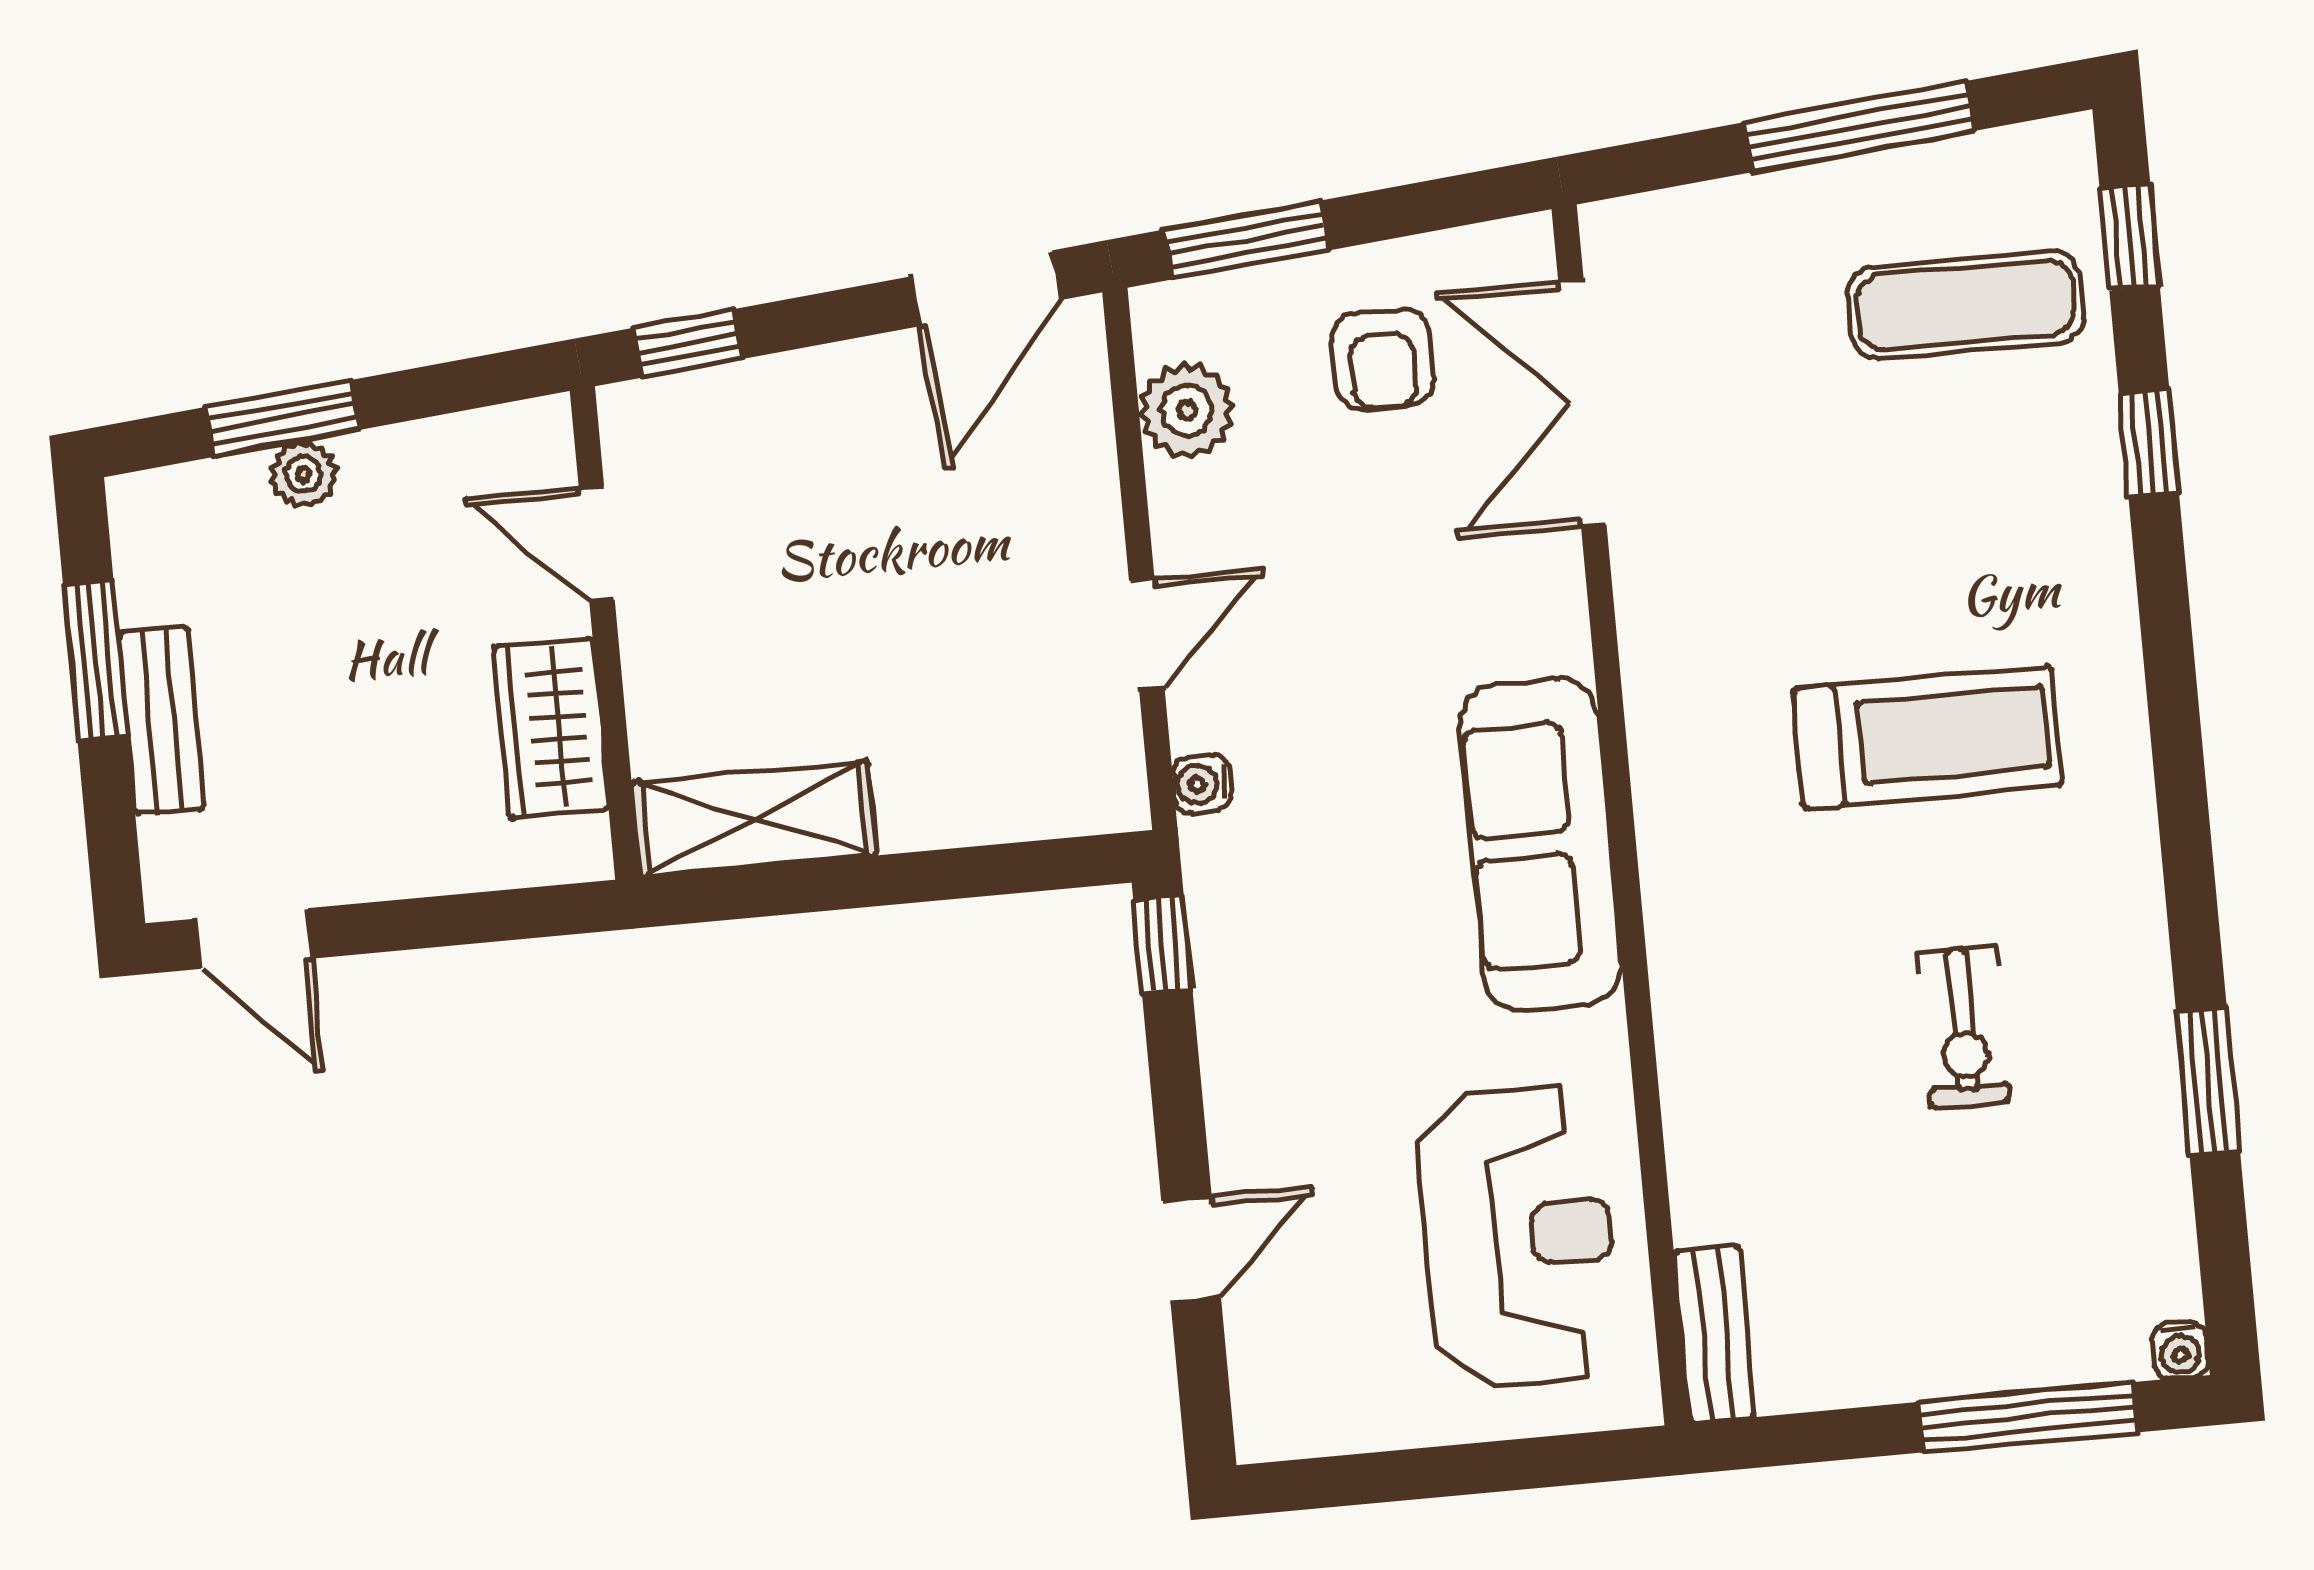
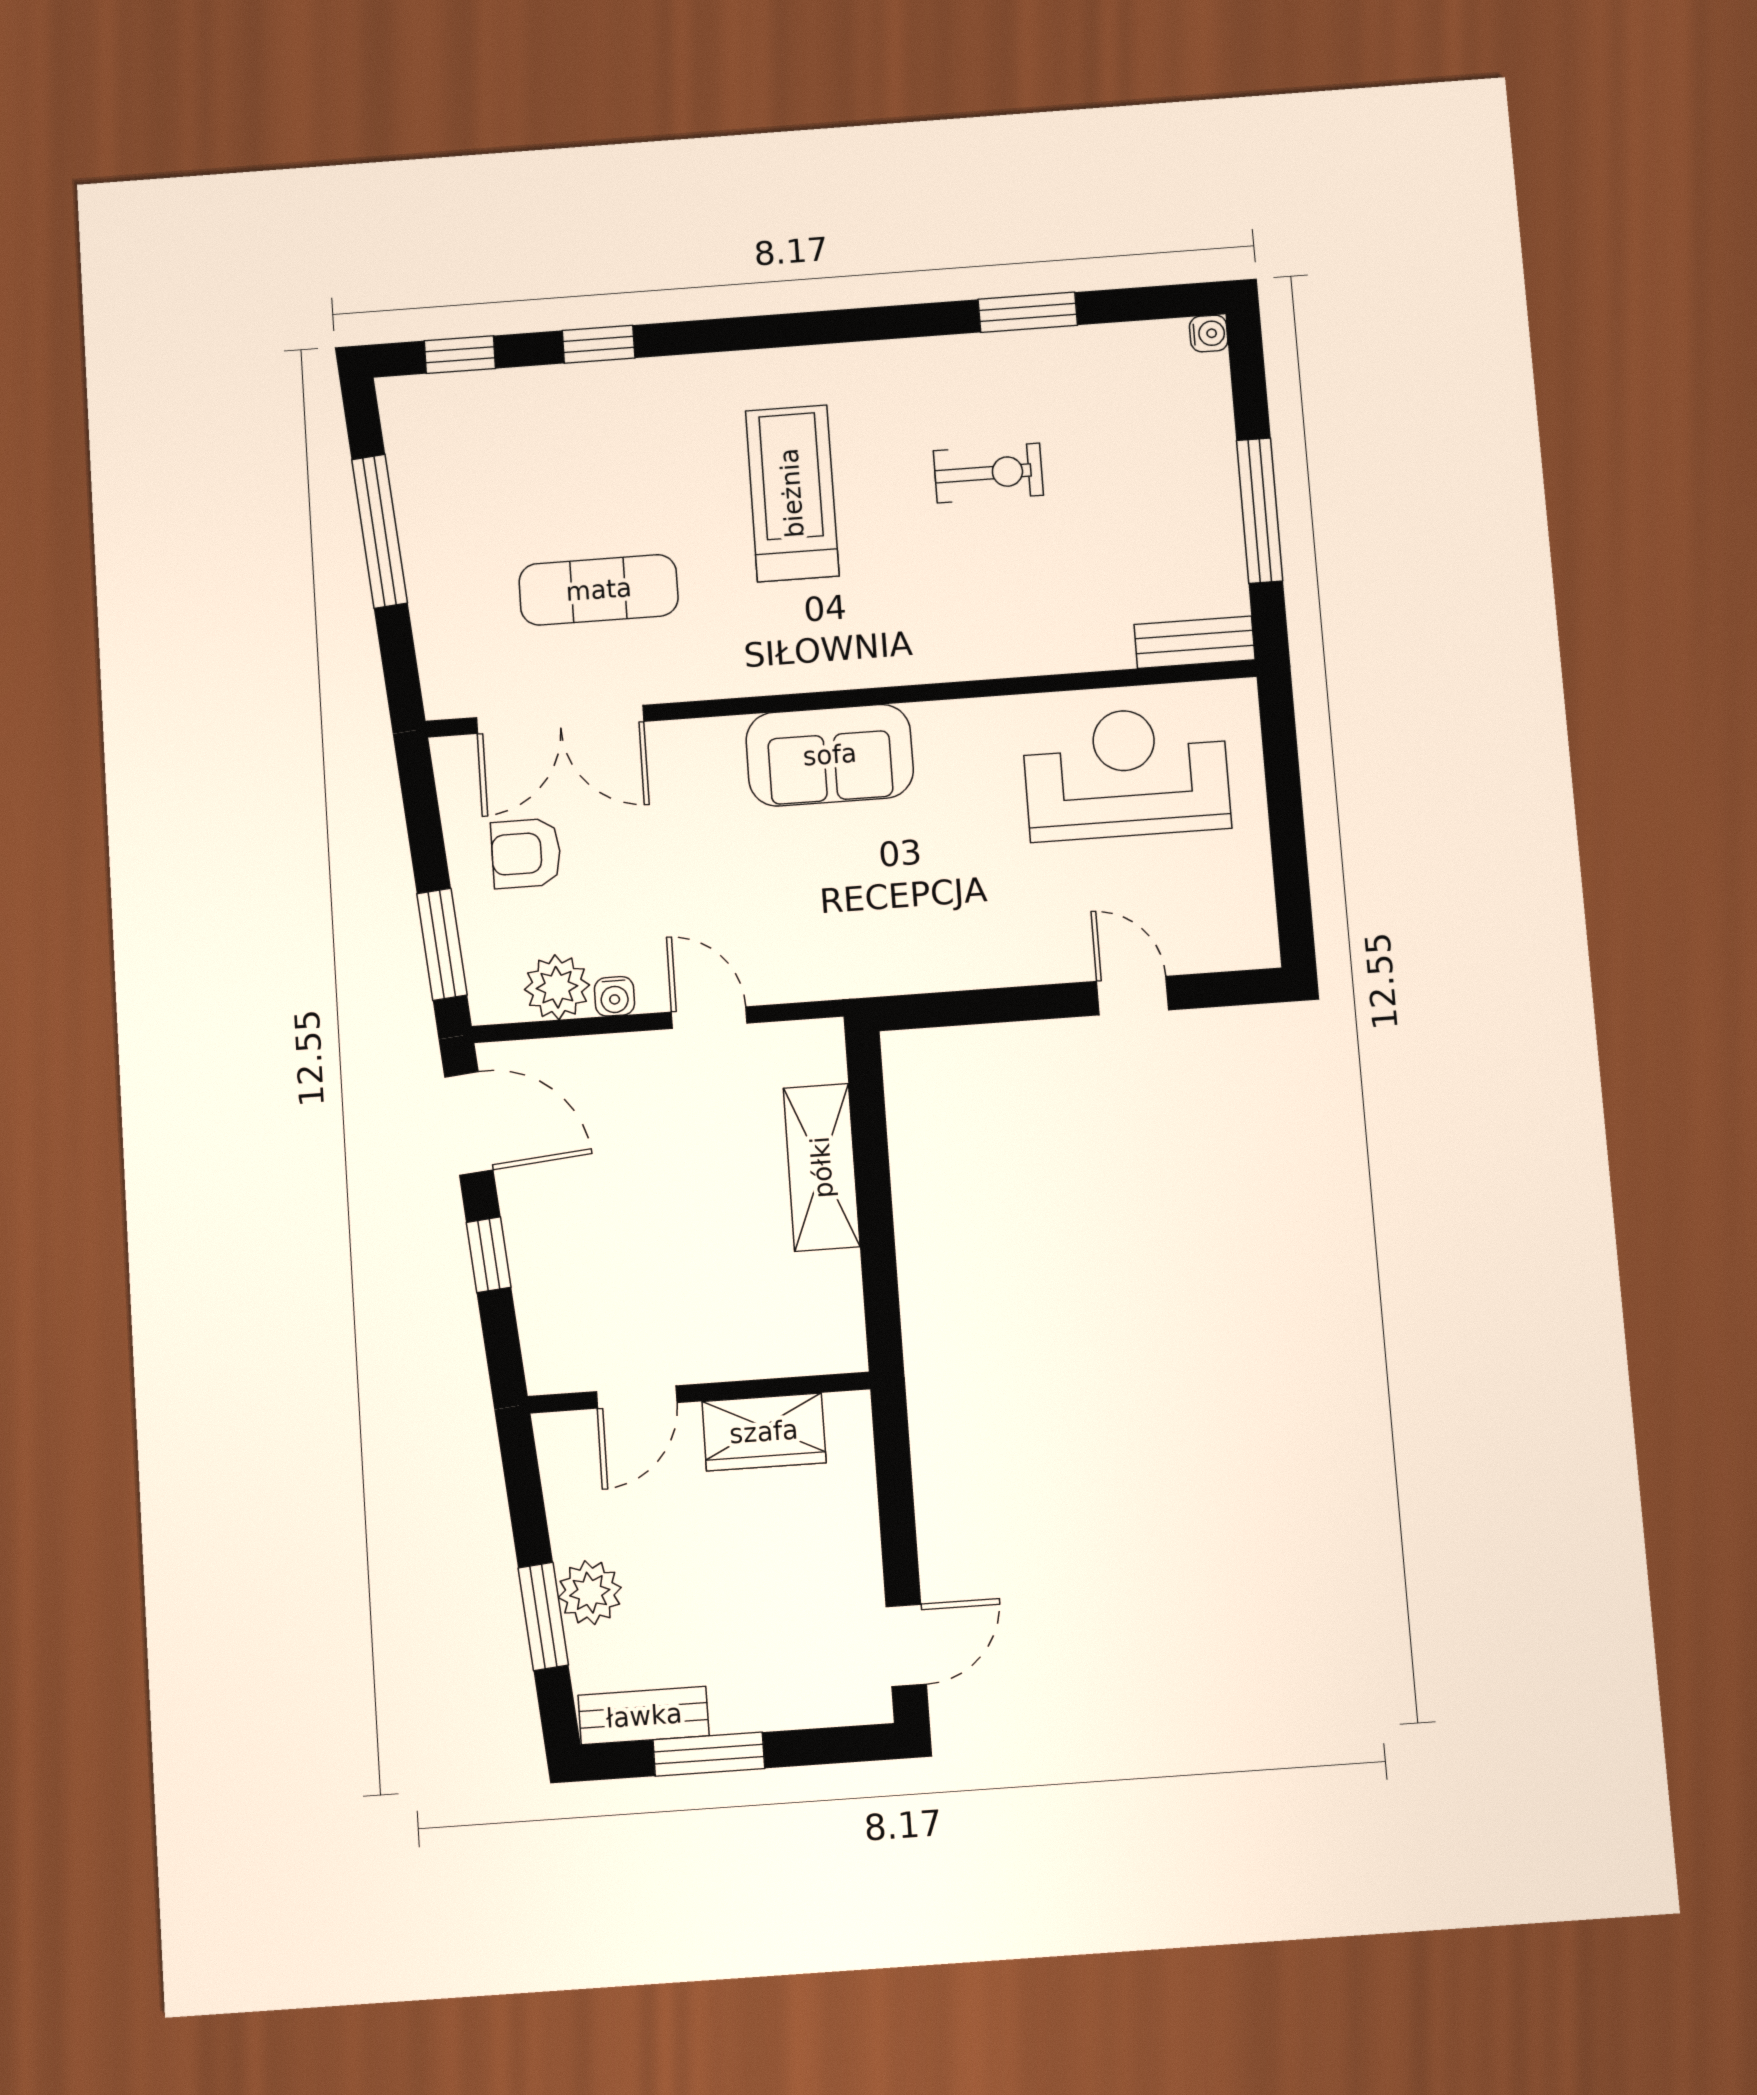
exercise mat: (1965, 305) -> (599, 590), moved, turned 90
window: (687, 344) -> (489, 1255), moved
armchair: (1383, 359) -> (526, 853), turned 180
plant: (303, 474) -> (590, 1593), width x1.38, depth x1.38
bench: (161, 720) -> (644, 1716), moved
water cooler: (1202, 784) -> (614, 996), moved
shelving: (754, 819) -> (822, 1167), moved
sofa: (1540, 844) -> (830, 755), width x0.73
window: (1163, 945) -> (923, 1011), removed
window: (2028, 1417) -> (1260, 510), moved

